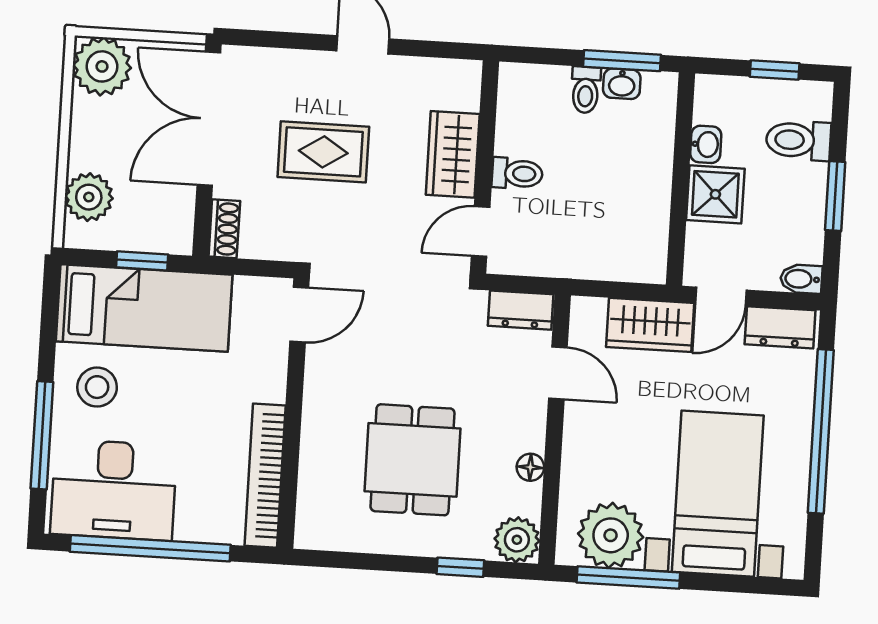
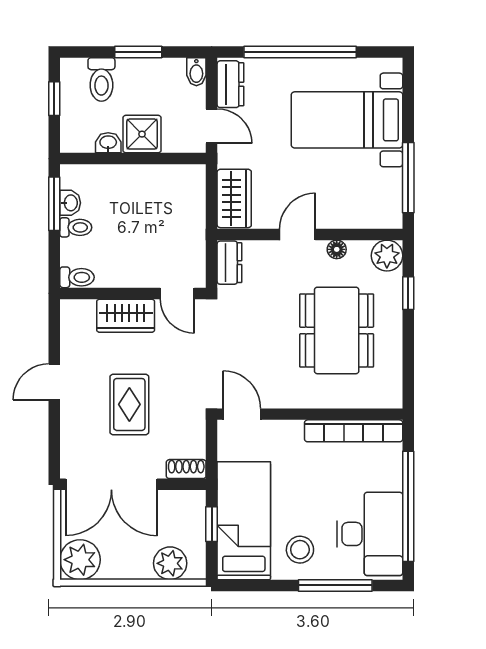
toilet: (517, 173) -> (77, 277), moved, turned 90
wardrobe: (650, 325) -> (234, 198), moved
door: (558, 373) -> (298, 234), moved
dining table: (412, 460) -> (337, 330), width x1.38
plant: (611, 535) -> (380, 192), removed

